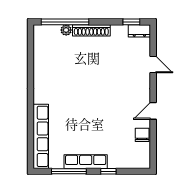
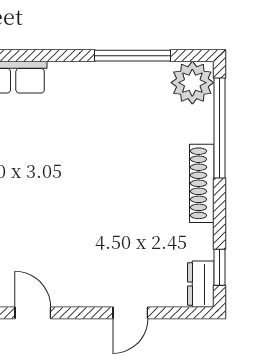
plant: (66, 30) -> (192, 83), moved, width x1.88, depth x1.88
window: (30, 63) -> (133, 56), added

